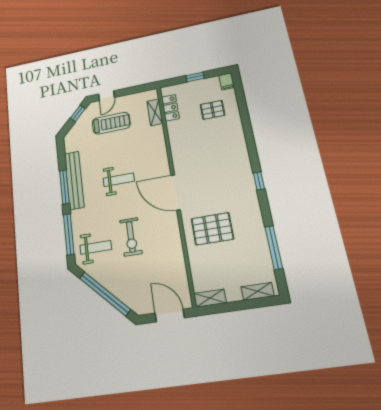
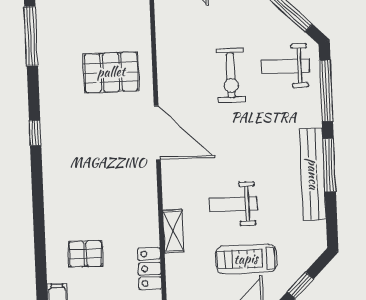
shelving: (155, 112) -> (173, 231), moved
weight bench: (119, 180) -> (233, 204), moved
exercise bike: (131, 237) -> (231, 75), turned 180

